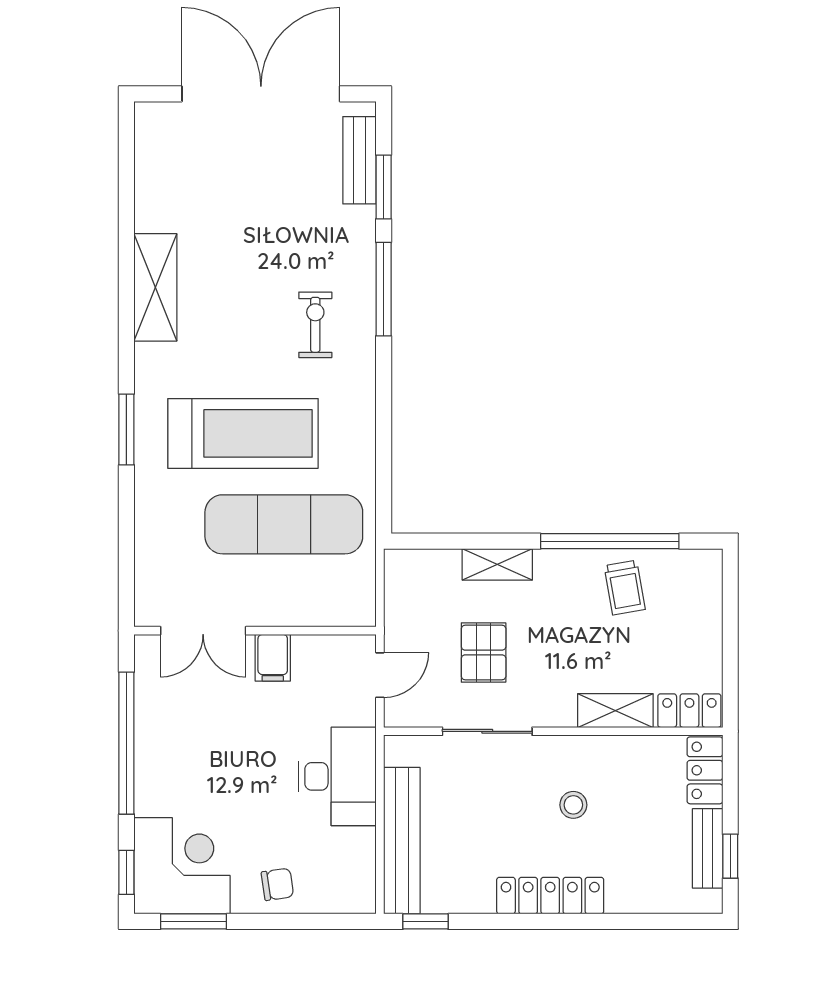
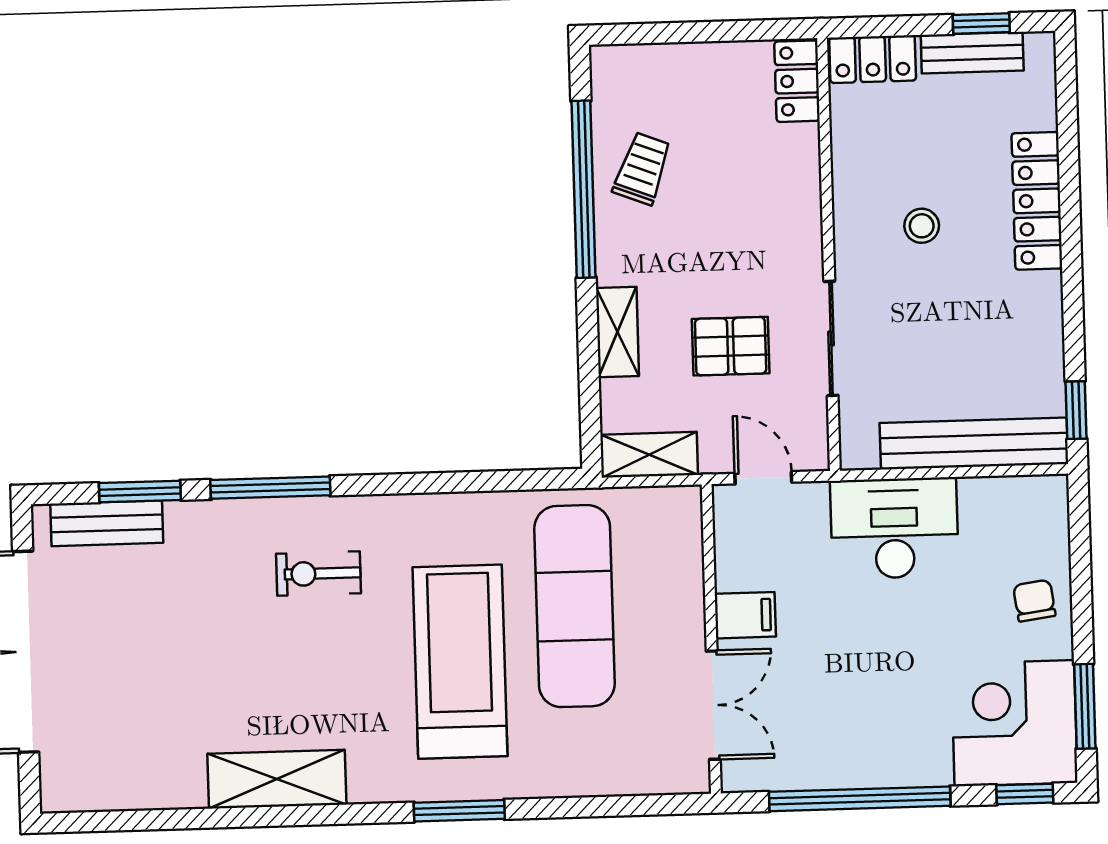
trolley: (625, 588) -> (642, 169), turned -59
shelving: (615, 711) -> (649, 455), moved, turned 90
locker: (550, 896) -> (1037, 201), moved

